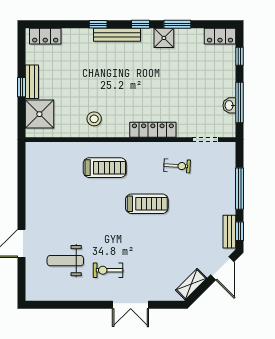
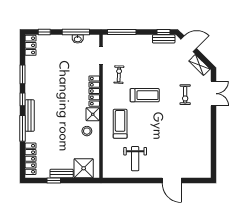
window: (98, 24) -> (23, 128), width x2.17
locker: (45, 36) -> (31, 159), width x1.53
shower: (164, 38) -> (93, 114), moved
window: (21, 87) -> (54, 181), moved
window: (240, 189) -> (122, 32), moved
treadmill: (147, 204) -> (145, 95), turned 90
weight bench: (65, 261) -> (135, 159), moved
exercise bike: (108, 270) -> (185, 95), moved
double door: (131, 305) -> (213, 94), moved

